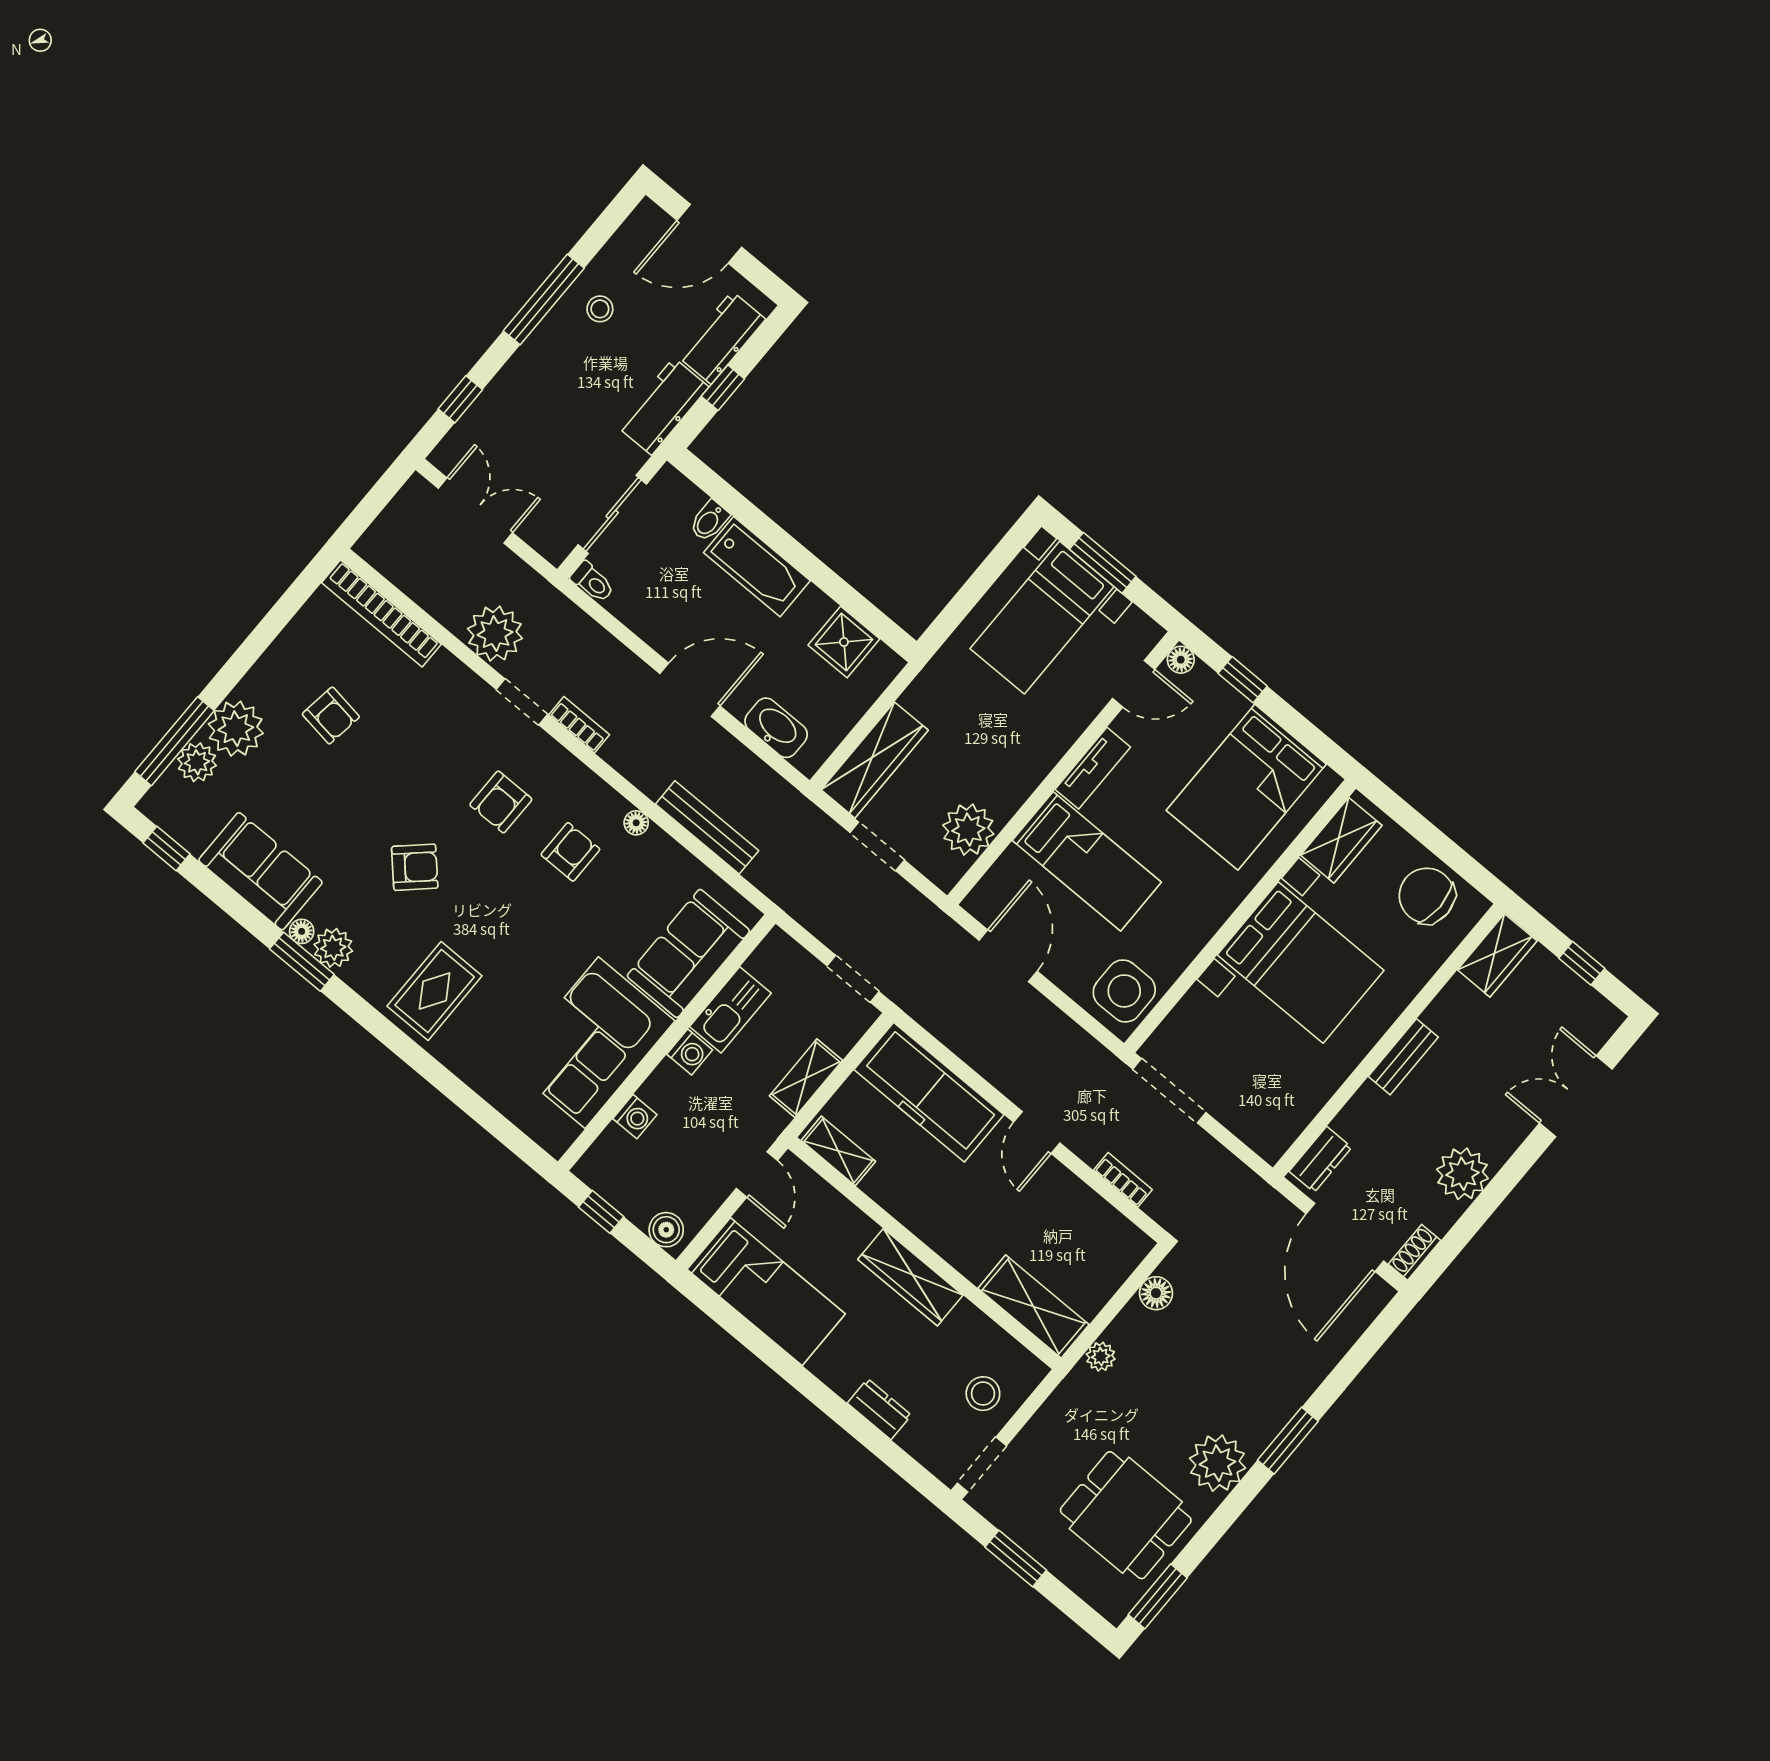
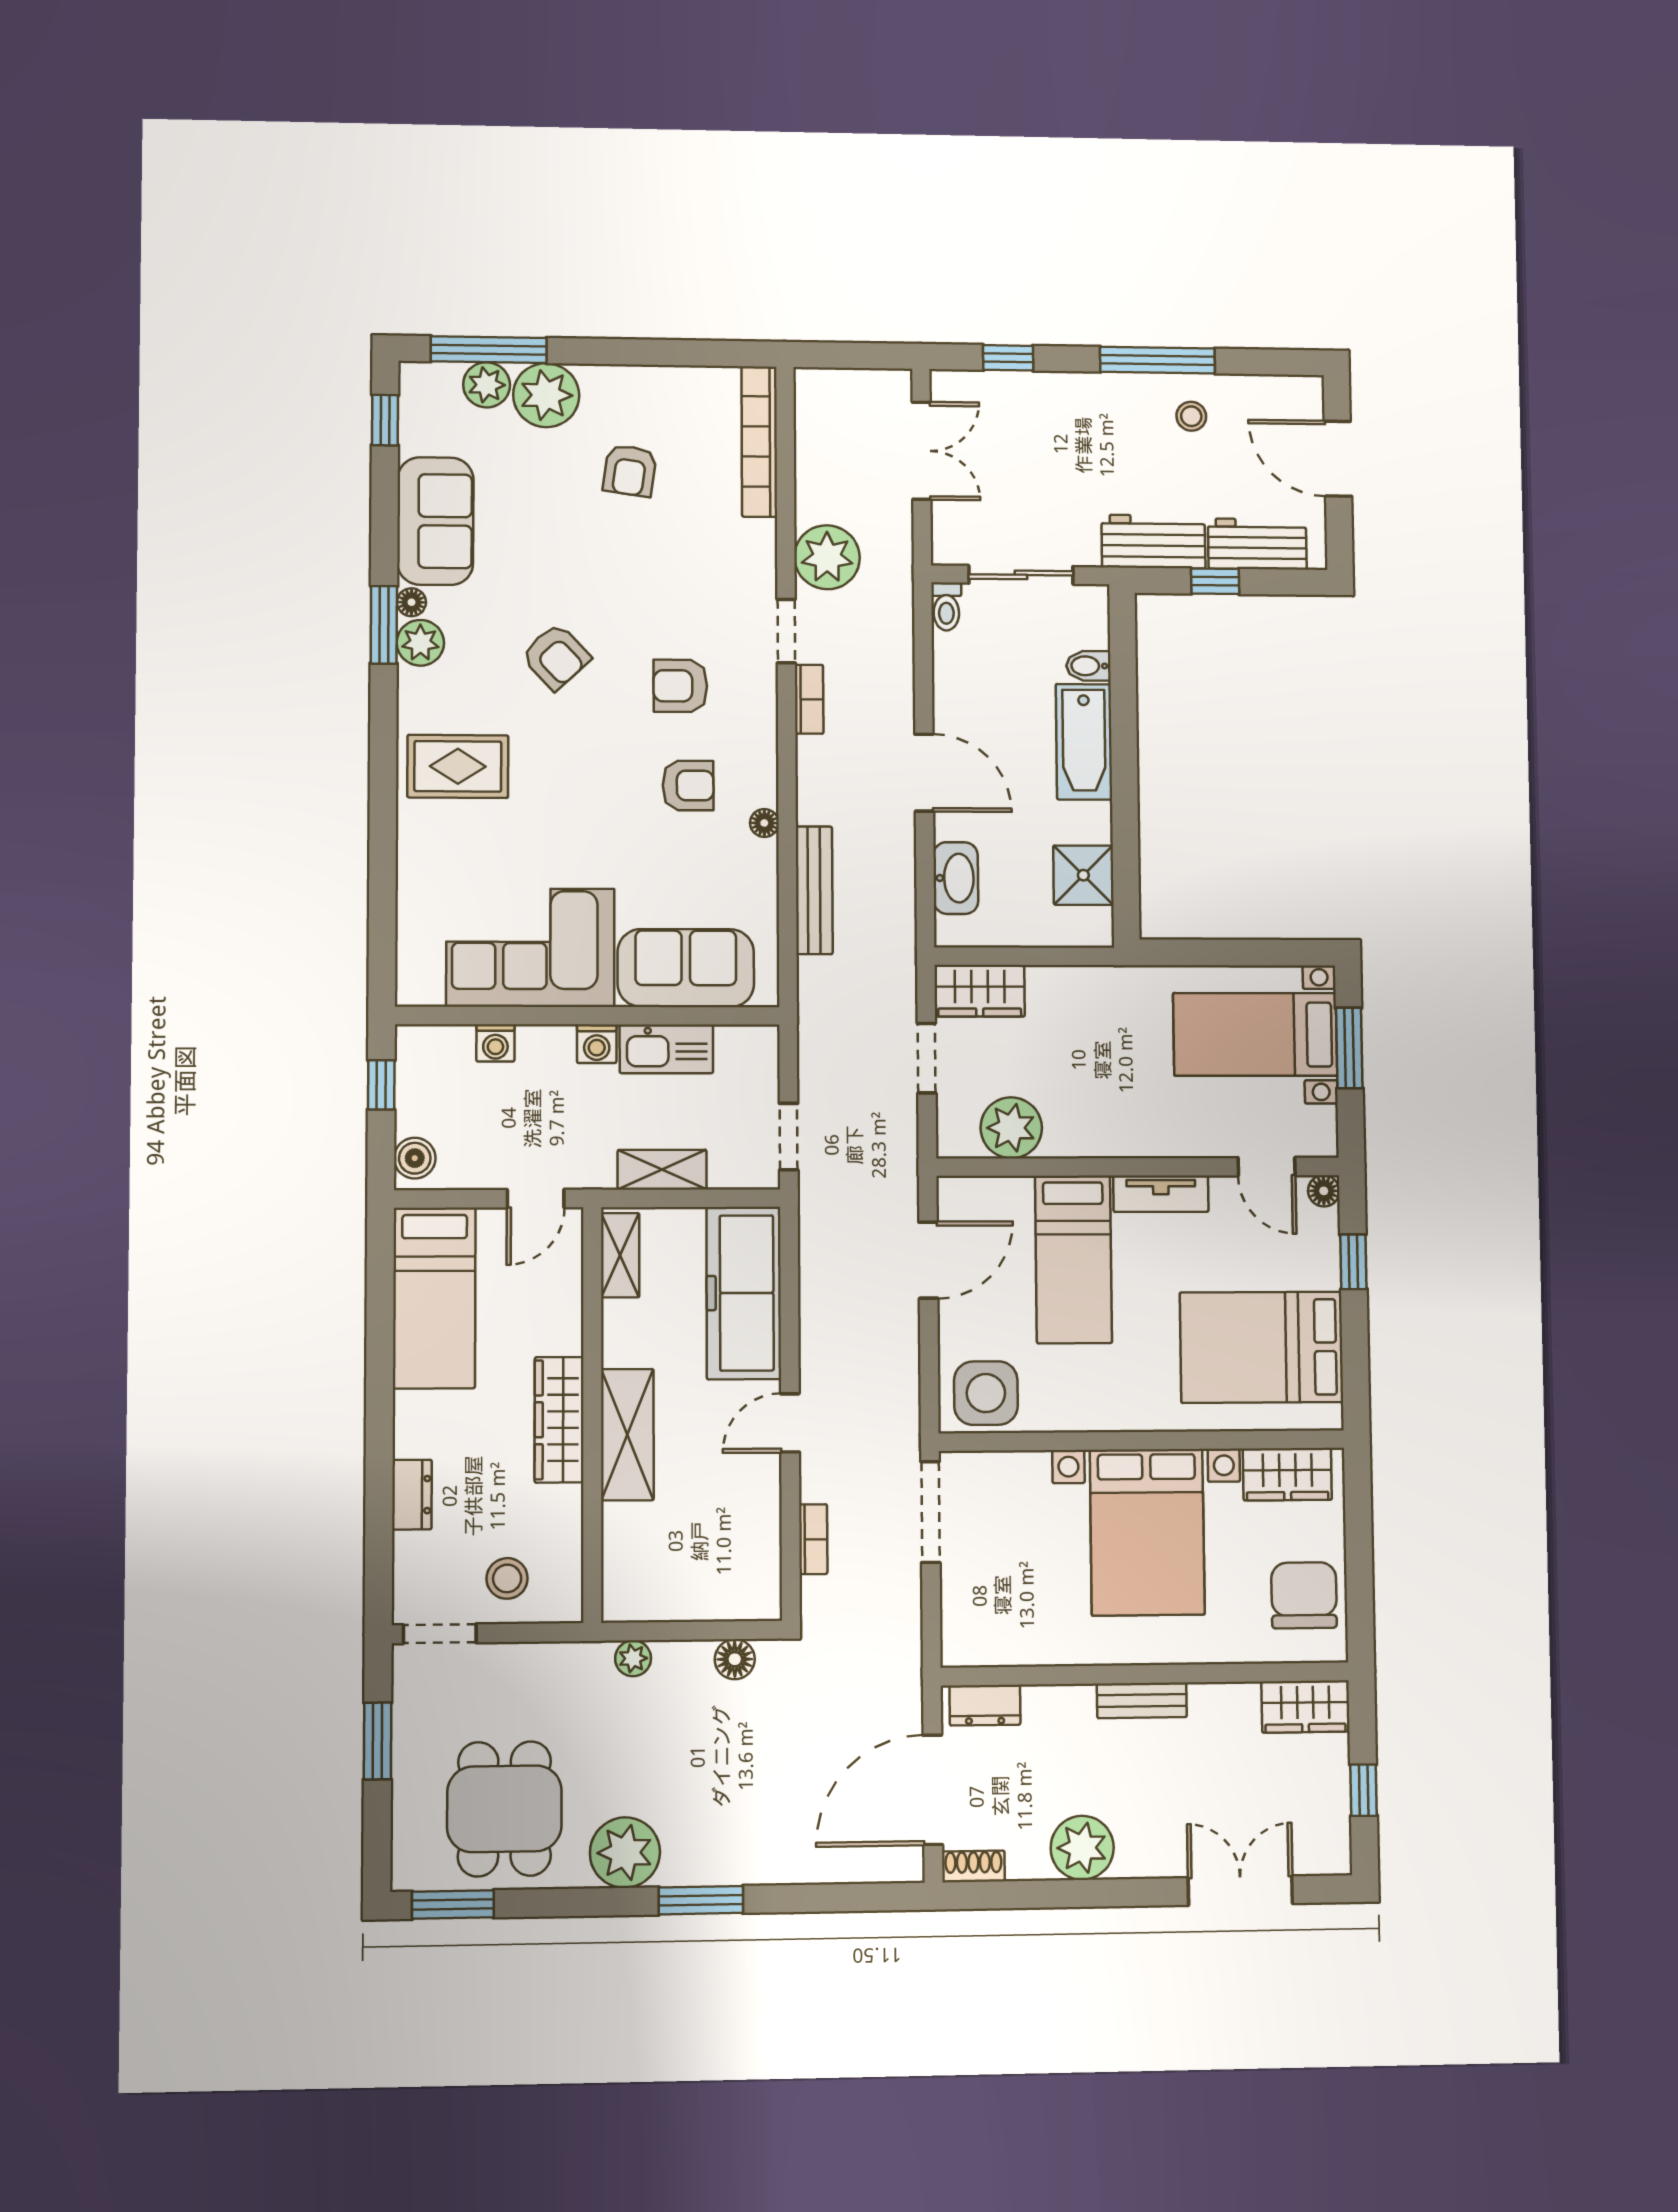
wardrobe: (875, 760) -> (980, 991), width x0.67
shelving: (1033, 1306) -> (627, 1435), moved

